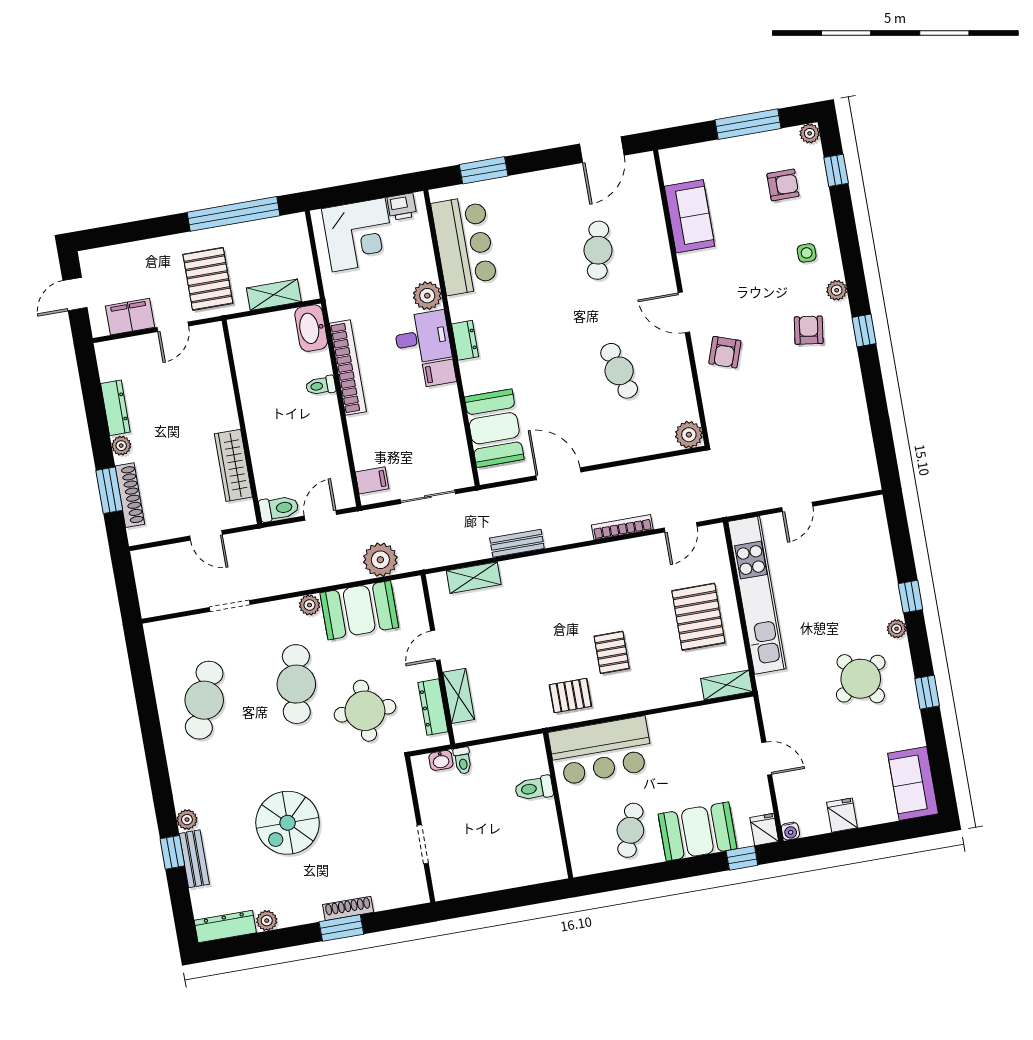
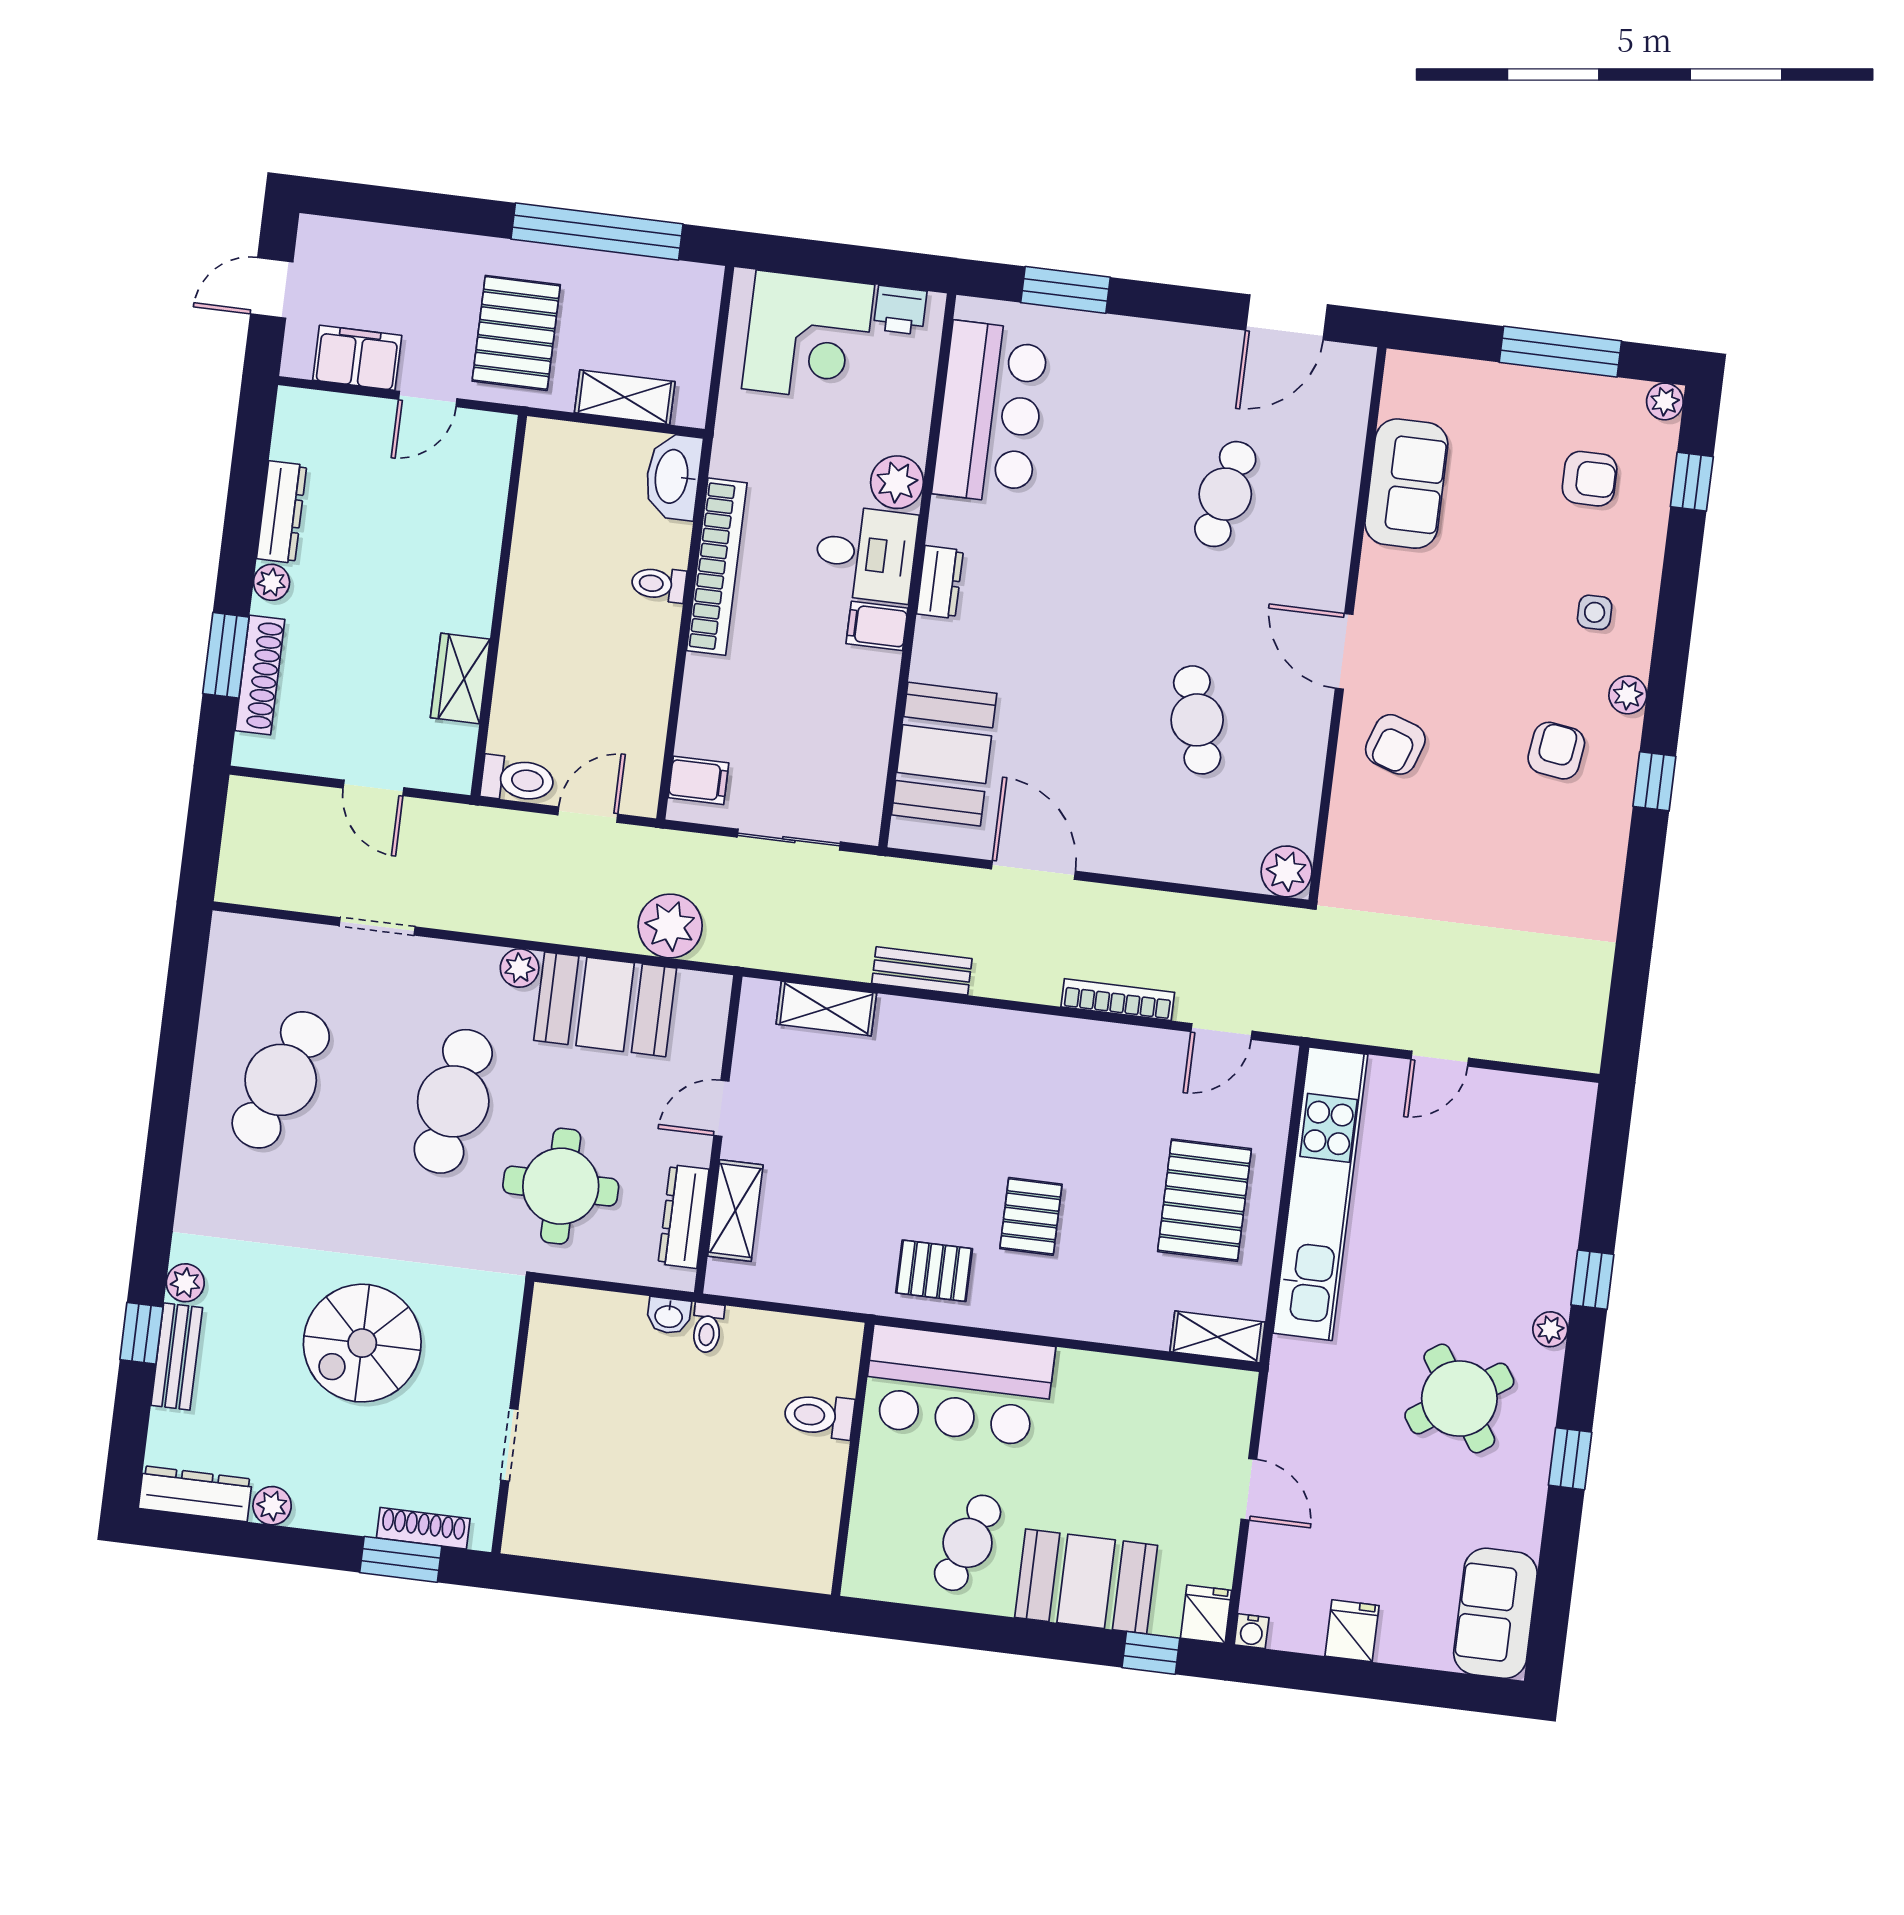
wardrobe: (233, 465) -> (460, 678), width x0.67
wall: (420, 829) -> (513, 1417), moved
doorway: (423, 844) -> (509, 1445), moved

